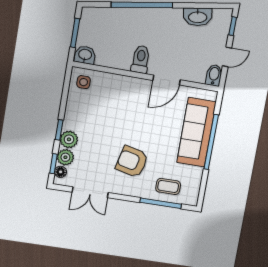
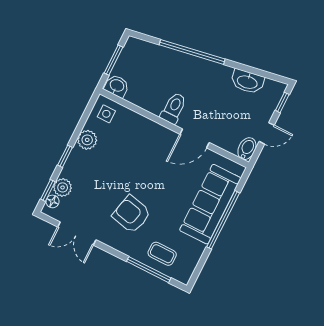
plant: (69, 139) -> (87, 140), moved

